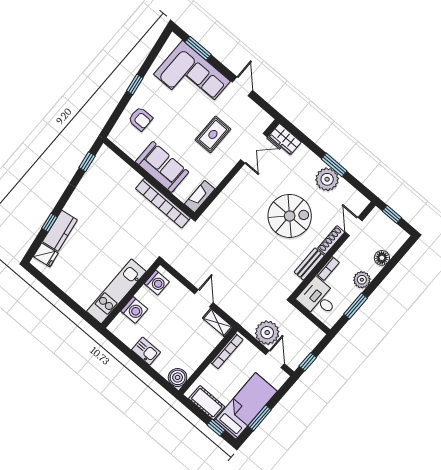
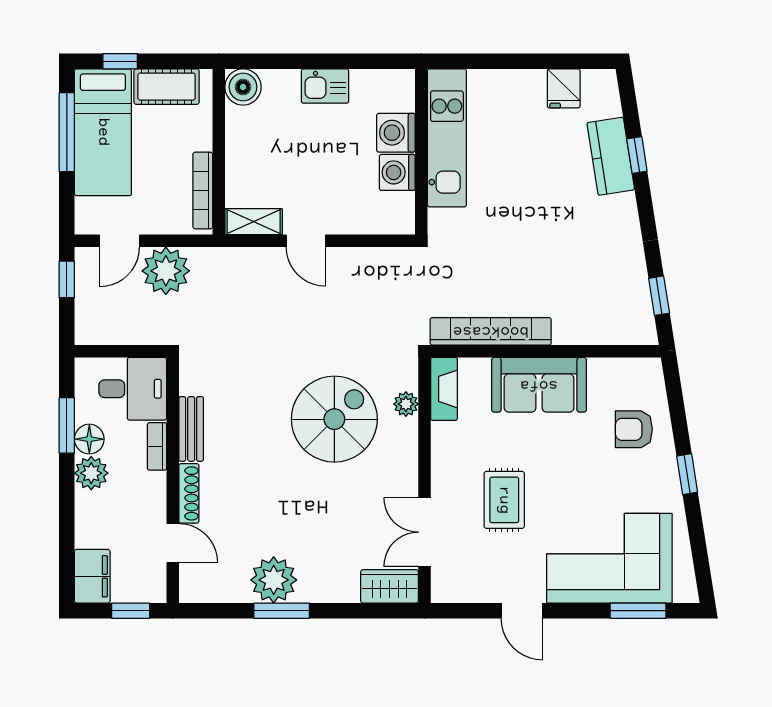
plant: (219, 203) -> (406, 404), added
spiral stairs: (290, 216) -> (334, 419), moved, turned 180
filing cabinet: (395, 240) -> (92, 576), added
fridge: (46, 255) -> (564, 88), moved, turned -81
floor lamp: (382, 258) -> (89, 439), moved
washing machine: (157, 283) -> (397, 172), moved
door: (275, 359) -> (120, 241), hinge flipped
window: (260, 418) -> (67, 132), width x1.44

